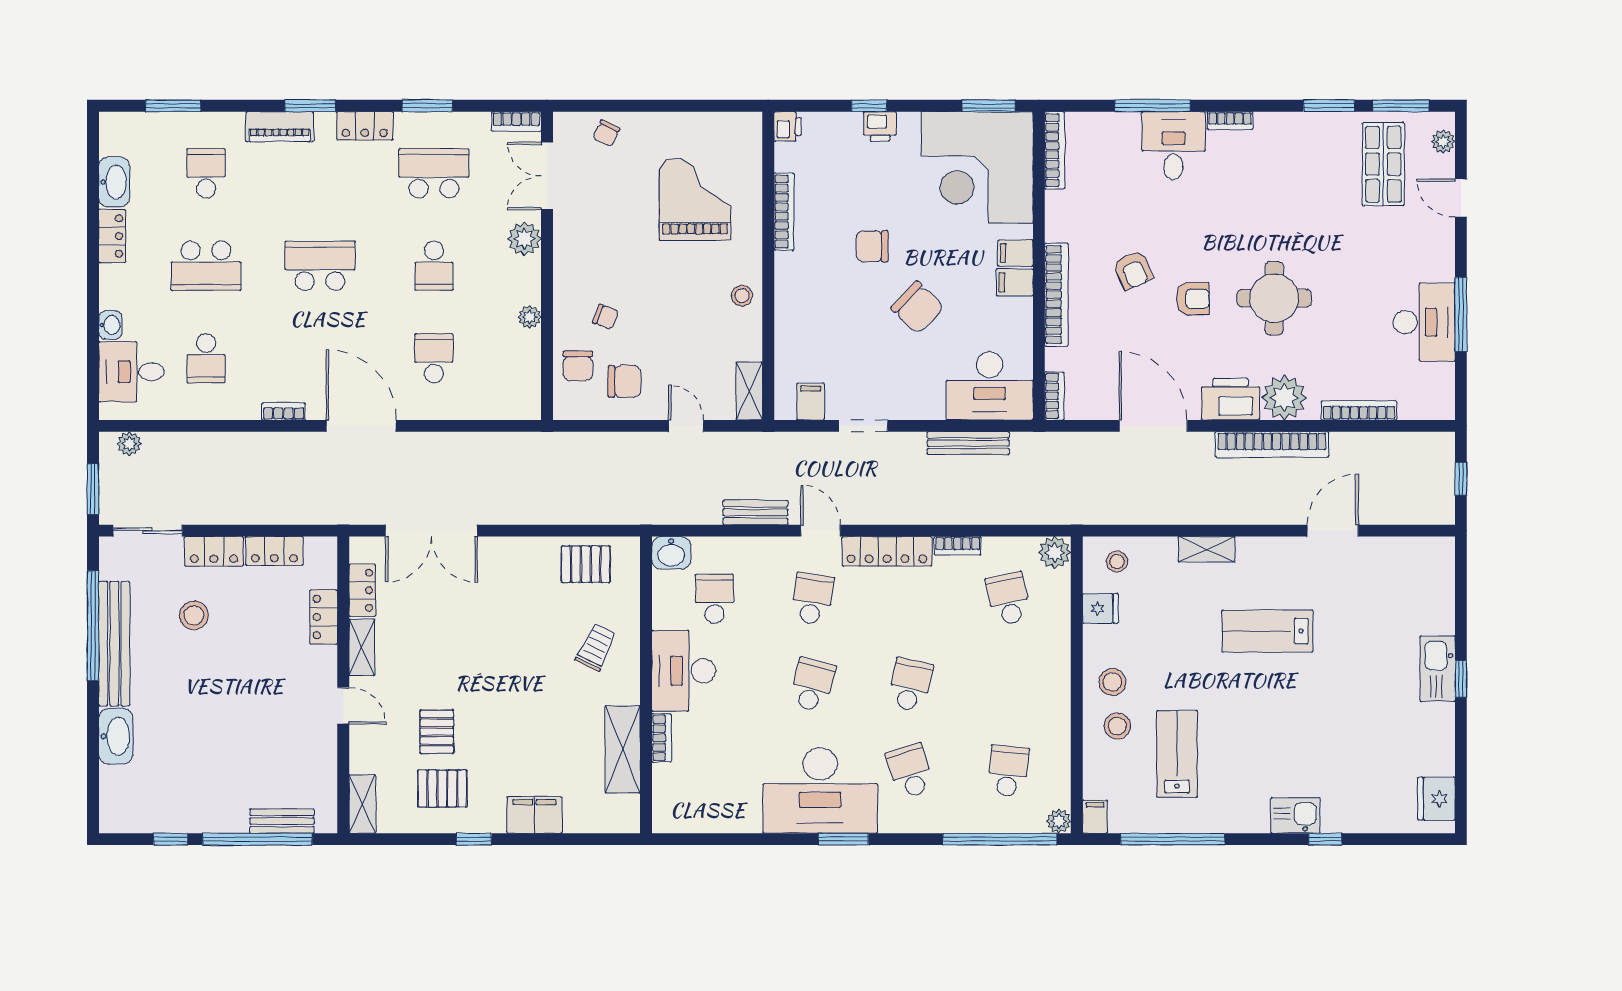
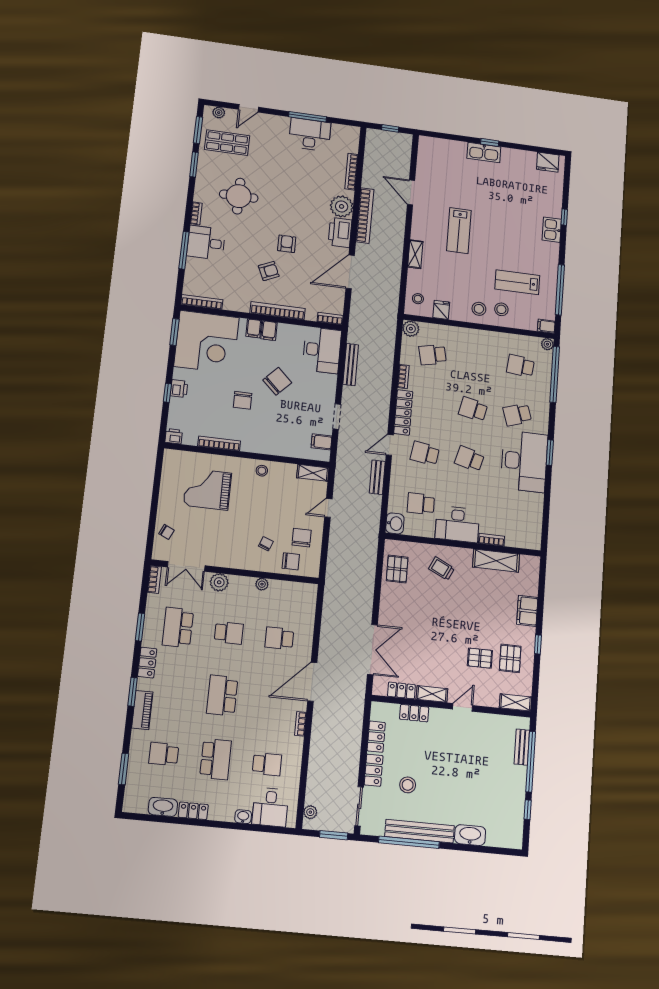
round table: (1274, 298) -> (239, 196), moved

